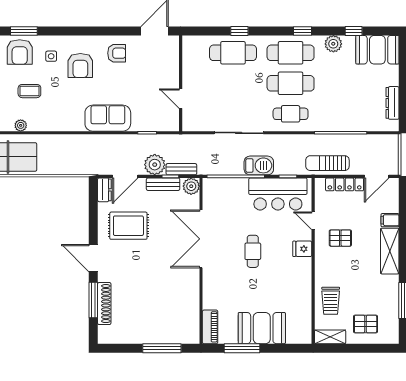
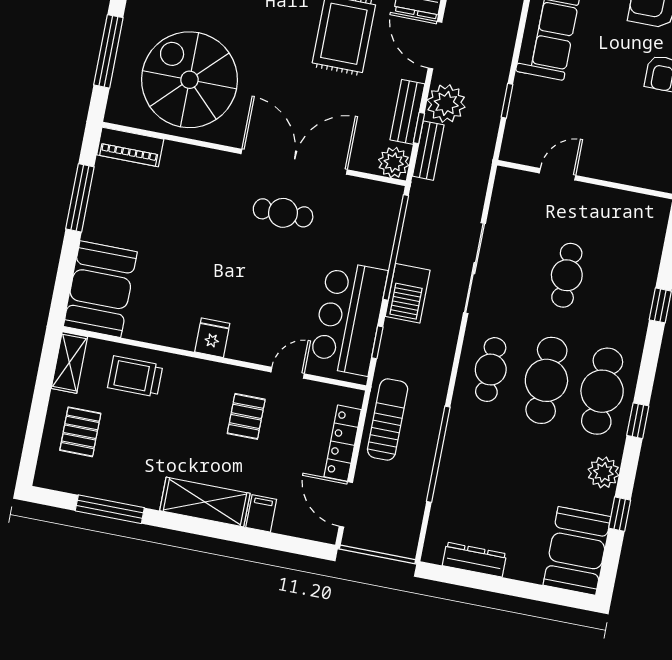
cafe table: (233, 53) -> (567, 275), moved, width x0.73, depth x0.74
fridge: (302, 249) -> (212, 338), moved
cafe table: (253, 251) -> (283, 213), moved
spiral stairs: (168, 302) -> (189, 80), added
booth: (262, 328) -> (100, 289), moved

